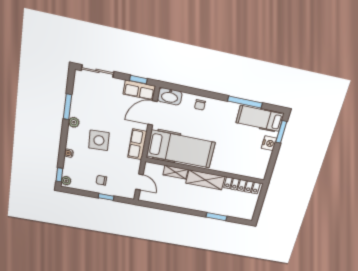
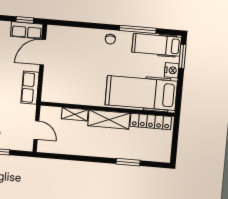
washbasin: (170, 96) -> (59, 33), removed
chair: (200, 105) -> (110, 39), moved
hospital bed: (181, 149) -> (141, 93), moved, turned 180

